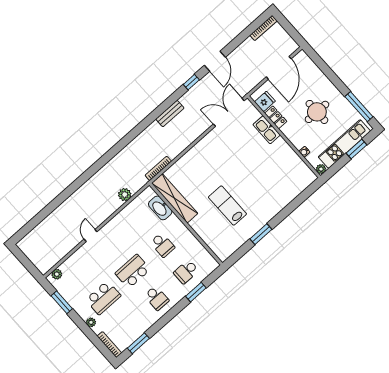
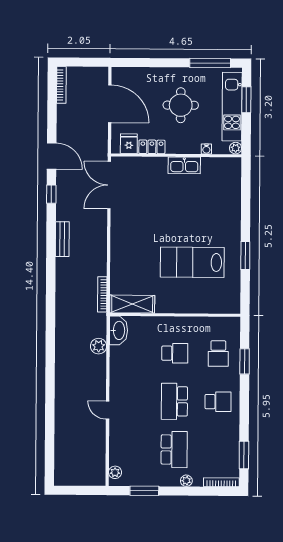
kitchen sink: (267, 130) -> (184, 165), moved
shelving: (175, 198) -> (132, 304), width x0.68
lab bench: (227, 205) -> (192, 262), width x1.36, depth x1.39
washbasin: (160, 208) -> (119, 330), moved, turned -90

